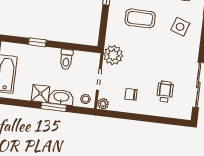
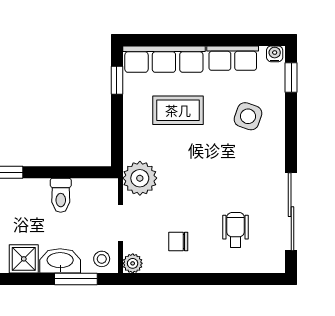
window: (54, 107) -> (76, 279), moved

